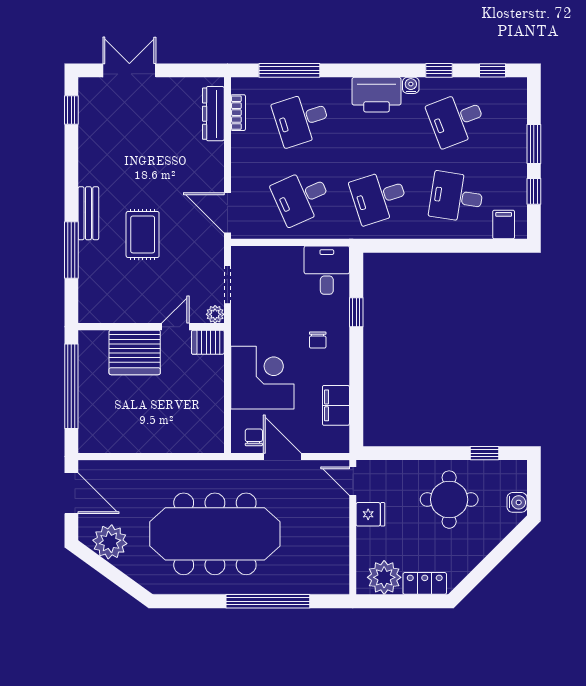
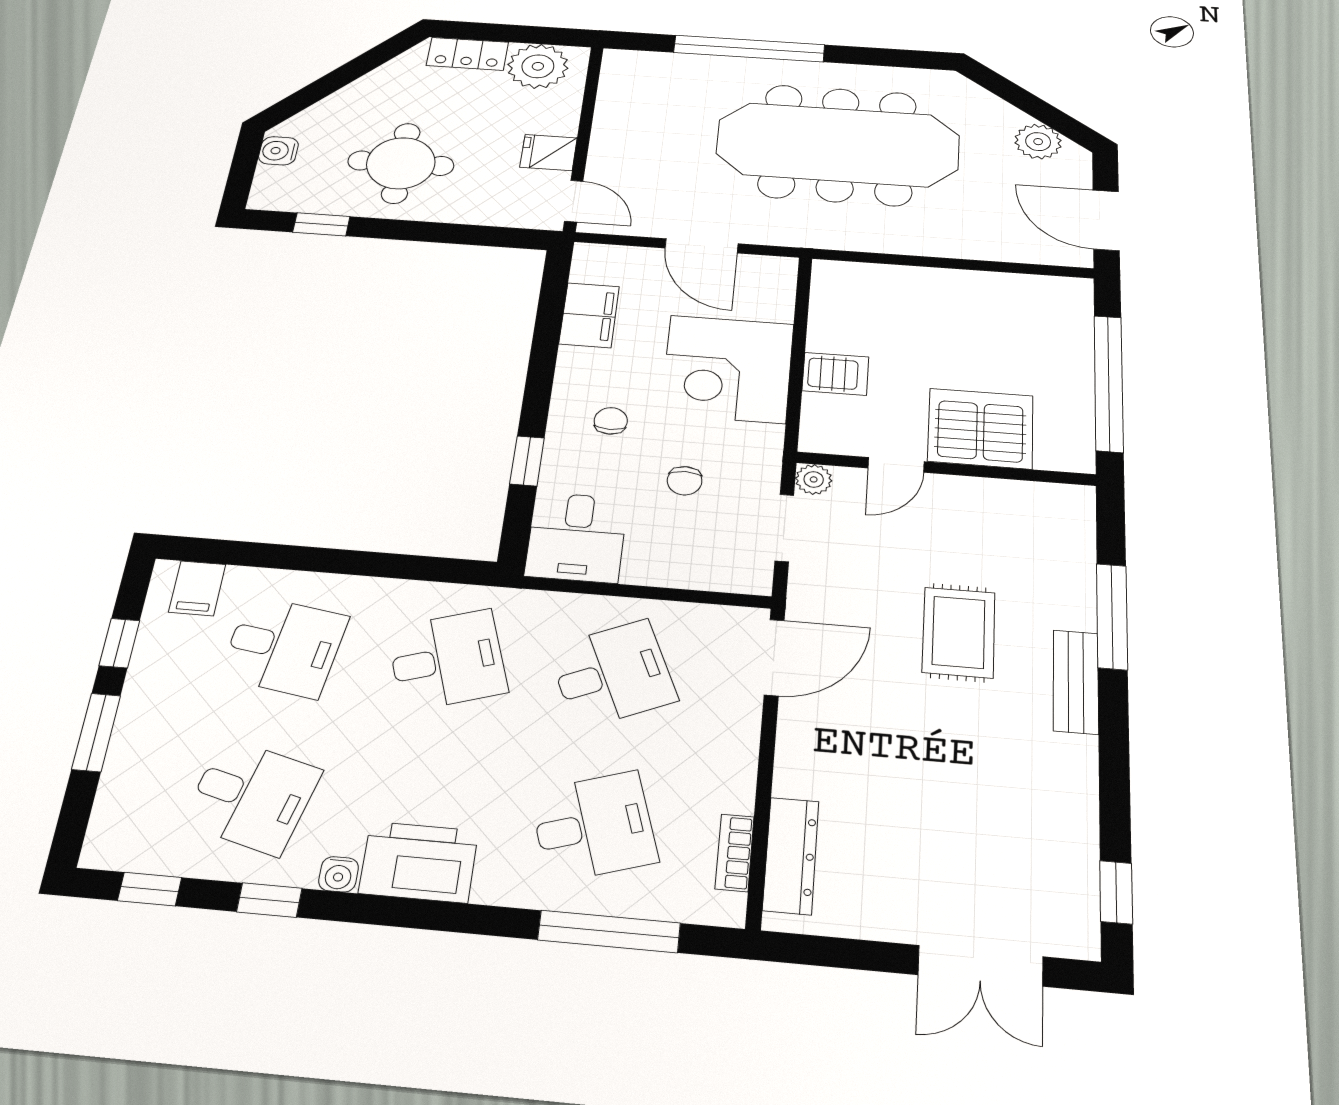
desk: (456, 119) -> (252, 796), turned 36
door: (227, 213) -> (774, 657), hinge flipped
server rack: (208, 342) -> (835, 374), moved
chair: (254, 437) -> (685, 481), moved
plant: (110, 542) -> (1038, 142), width x0.73, depth x0.73

